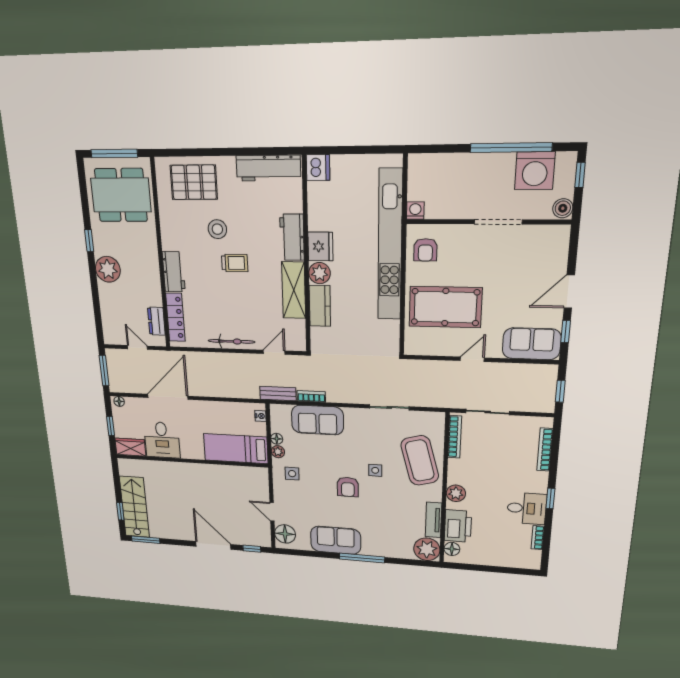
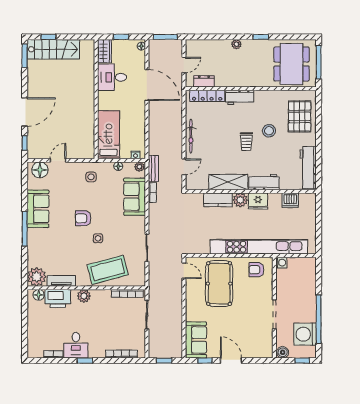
dishwasher: (318, 168) -> (290, 200), moved
plant: (108, 269) -> (236, 44), width x0.53, depth x0.53
door: (274, 352) -> (184, 167), hinge flipped
door: (472, 359) -> (184, 271), moved
plant: (278, 452) -> (139, 167), moved

